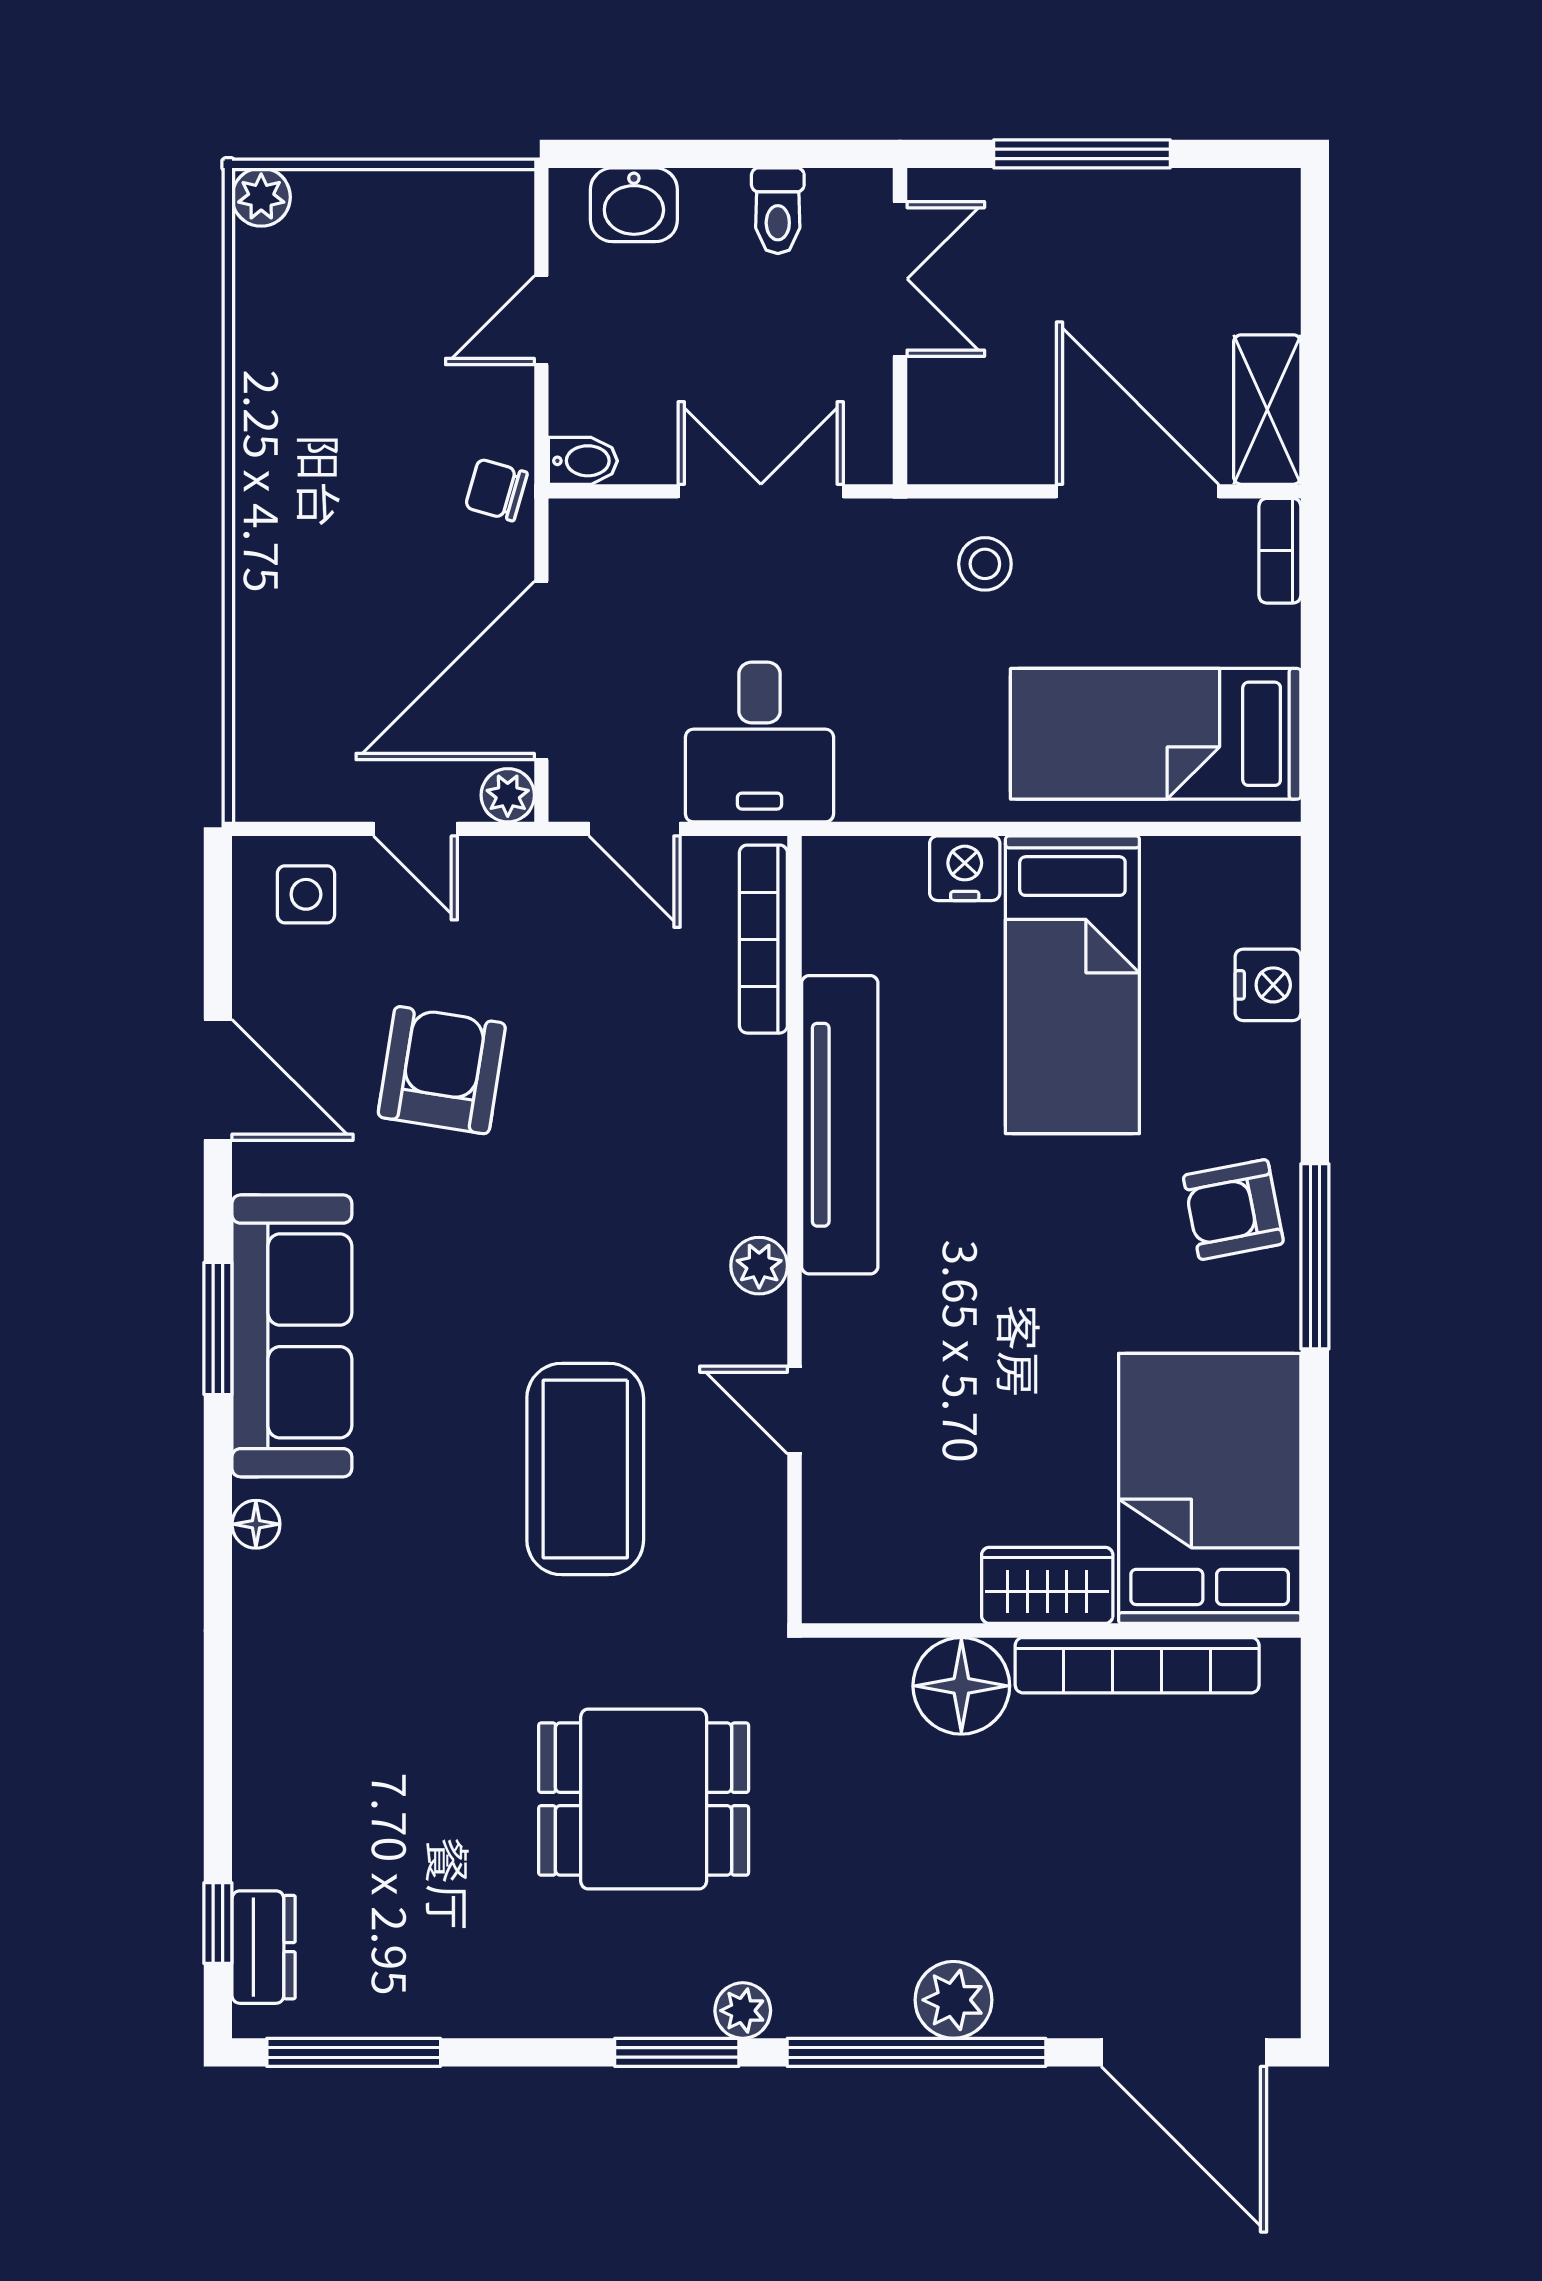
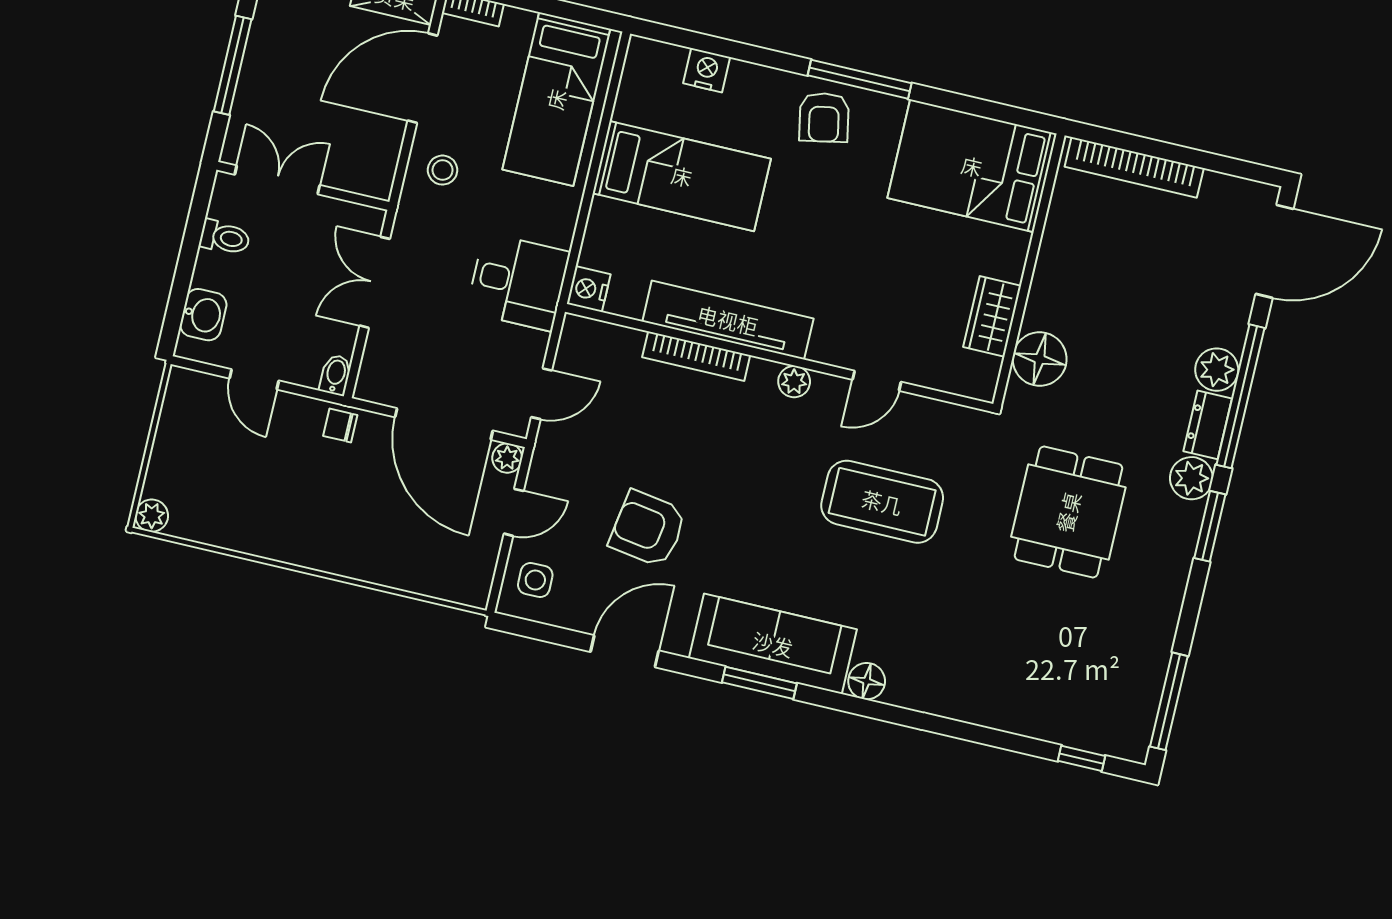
chair: (496, 490) -> (340, 425), turned 74
desk: (759, 742) -> (518, 282), moved
nightstand: (965, 868) -> (589, 289), moved
bookcase: (763, 939) -> (696, 356), moved
floor lamp: (256, 1524) -> (867, 681), width x1.37, depth x1.37
wardrobe: (1047, 1585) -> (992, 316), moved
bookcase: (1137, 1665) -> (1134, 167), moved, turned 90
floor lamp: (961, 1686) -> (1040, 359), moved
dresser: (264, 1947) -> (1208, 425), moved, turned -90
plant: (743, 2011) -> (1191, 478), width x1.38, depth x1.38

